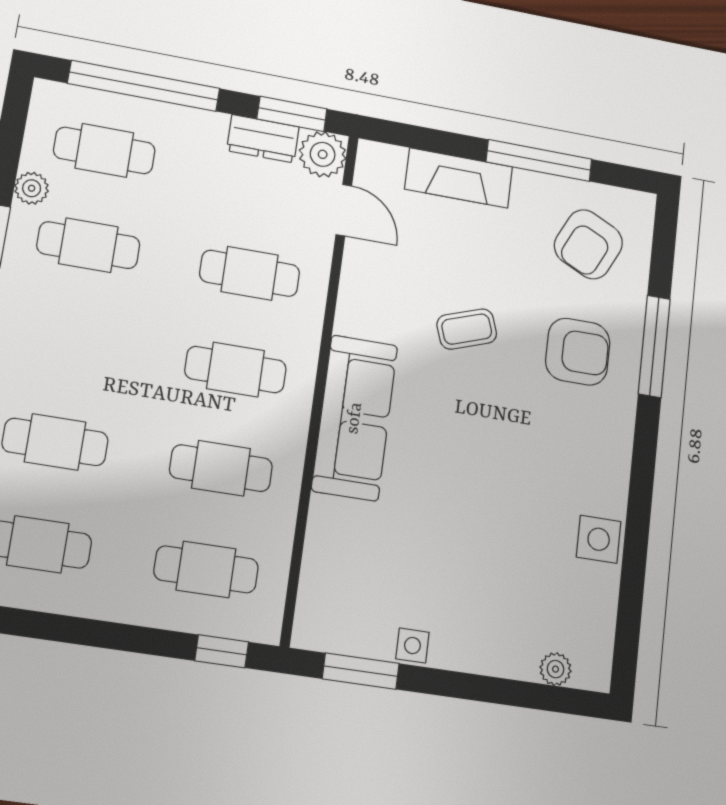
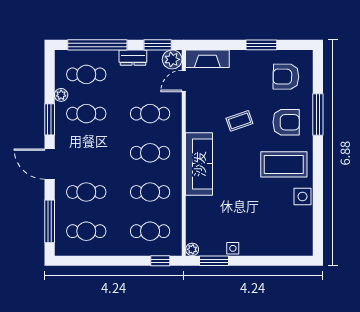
dresser: (263, 139) -> (133, 58), moved
window: (539, 161) -> (261, 45), width x0.69
fireplace: (459, 178) -> (207, 59), moved
door: (344, 210) -> (184, 81), swing flipped
armchair: (588, 244) -> (286, 77), turned 65
coffee table: (562, 453) -> (284, 164), added
plant: (556, 669) -> (192, 249), moved

